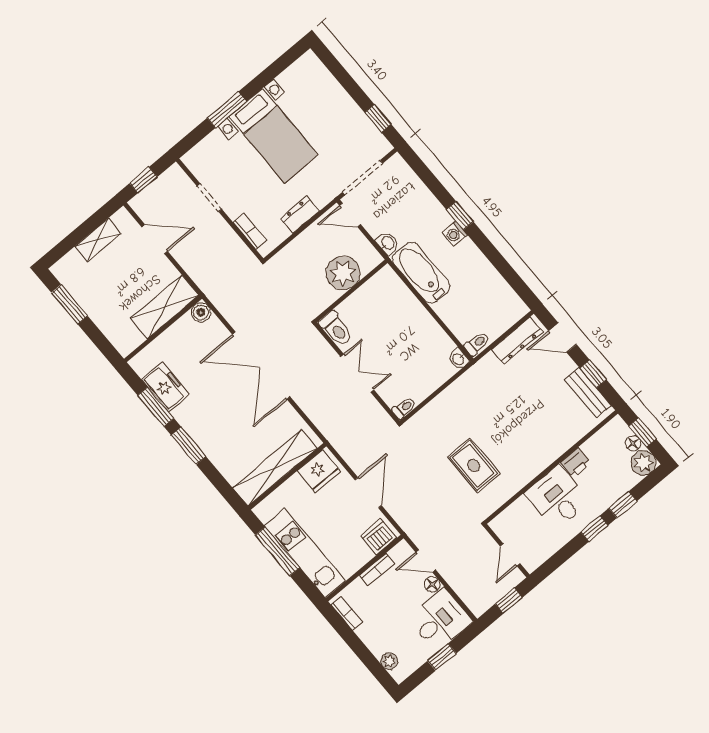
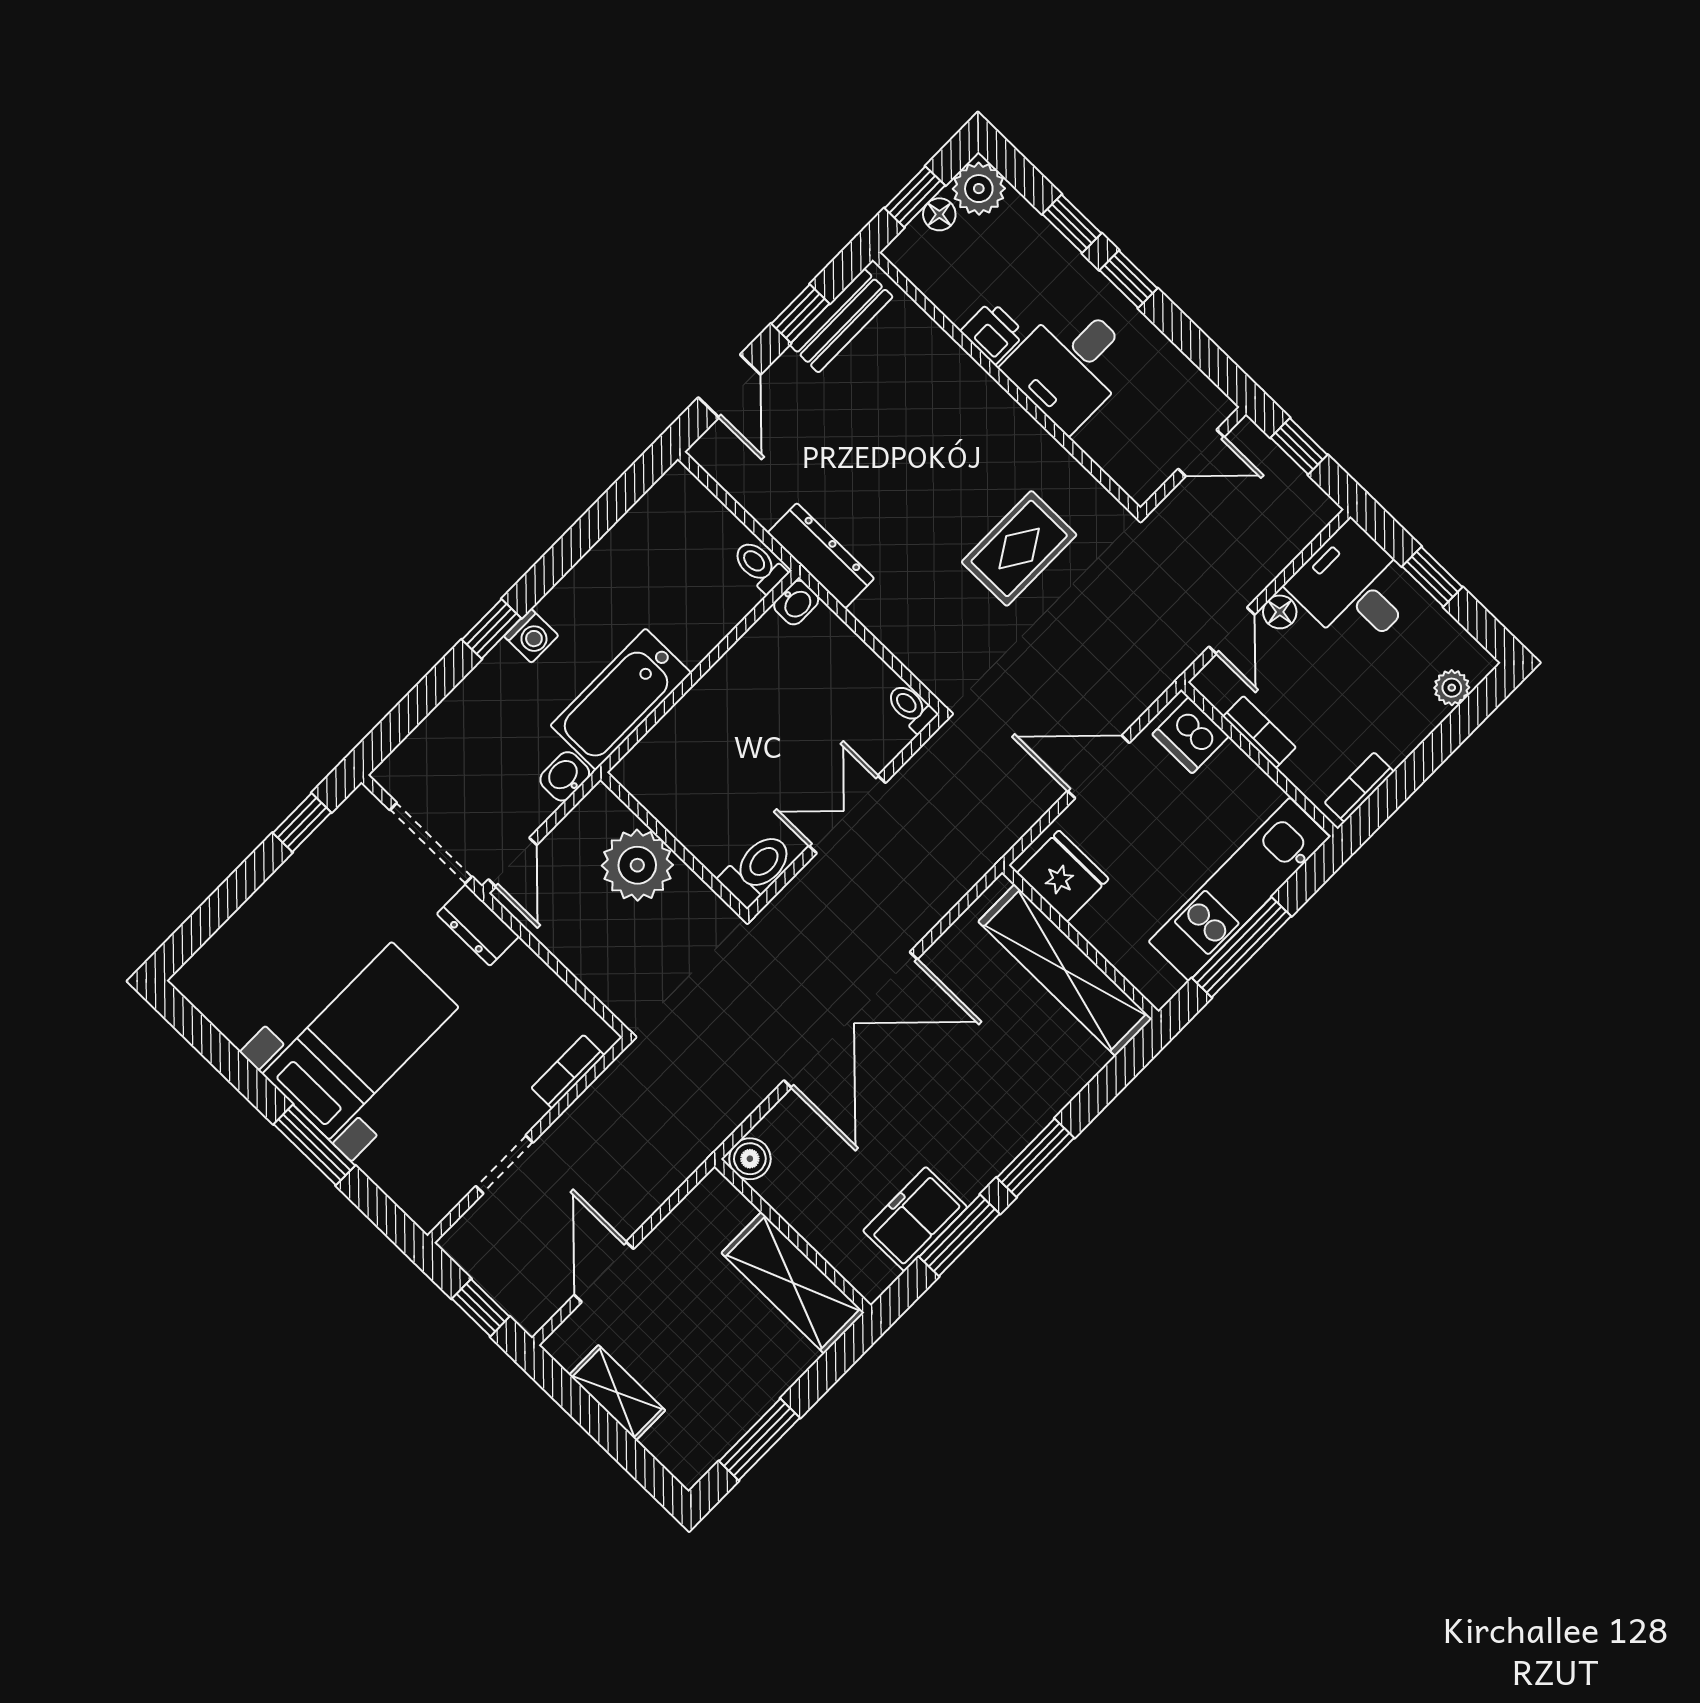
dresser: (300, 215) -> (478, 925), moved
shelving: (165, 307) -> (793, 1283), moved
dresser: (517, 340) -> (821, 556), moved

